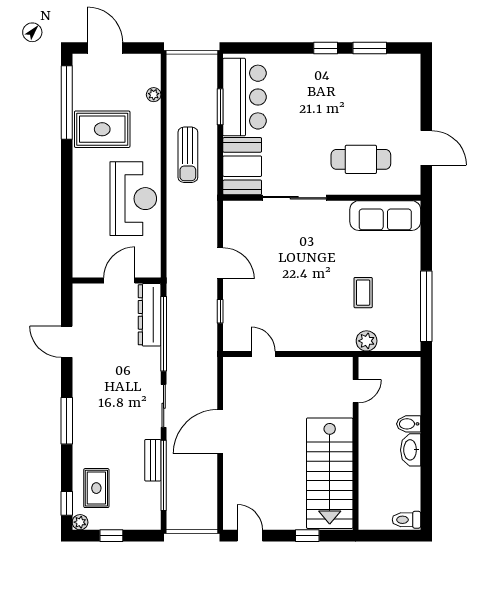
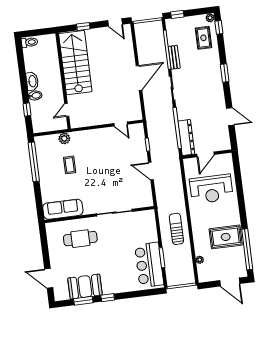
door: (426, 148) -> (49, 278), moved
booth: (242, 166) -> (85, 287), moved, turned 90
reception desk: (133, 199) -> (211, 189), moved, turned -90
window: (426, 401) -> (27, 109), added
window: (67, 421) -> (225, 73), width x0.69
window: (111, 536) -> (177, 14), moved

